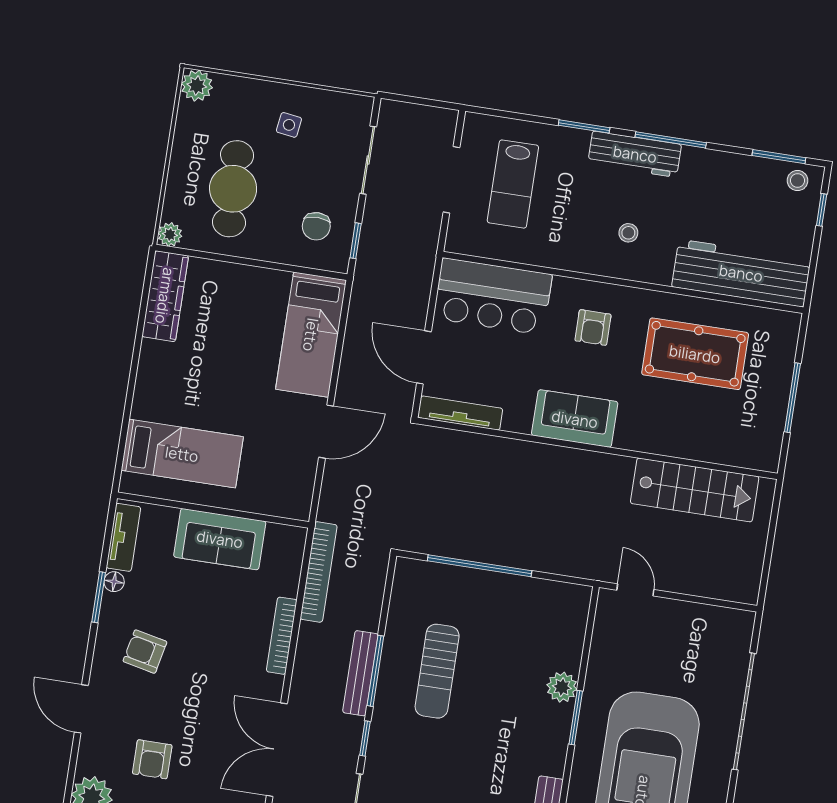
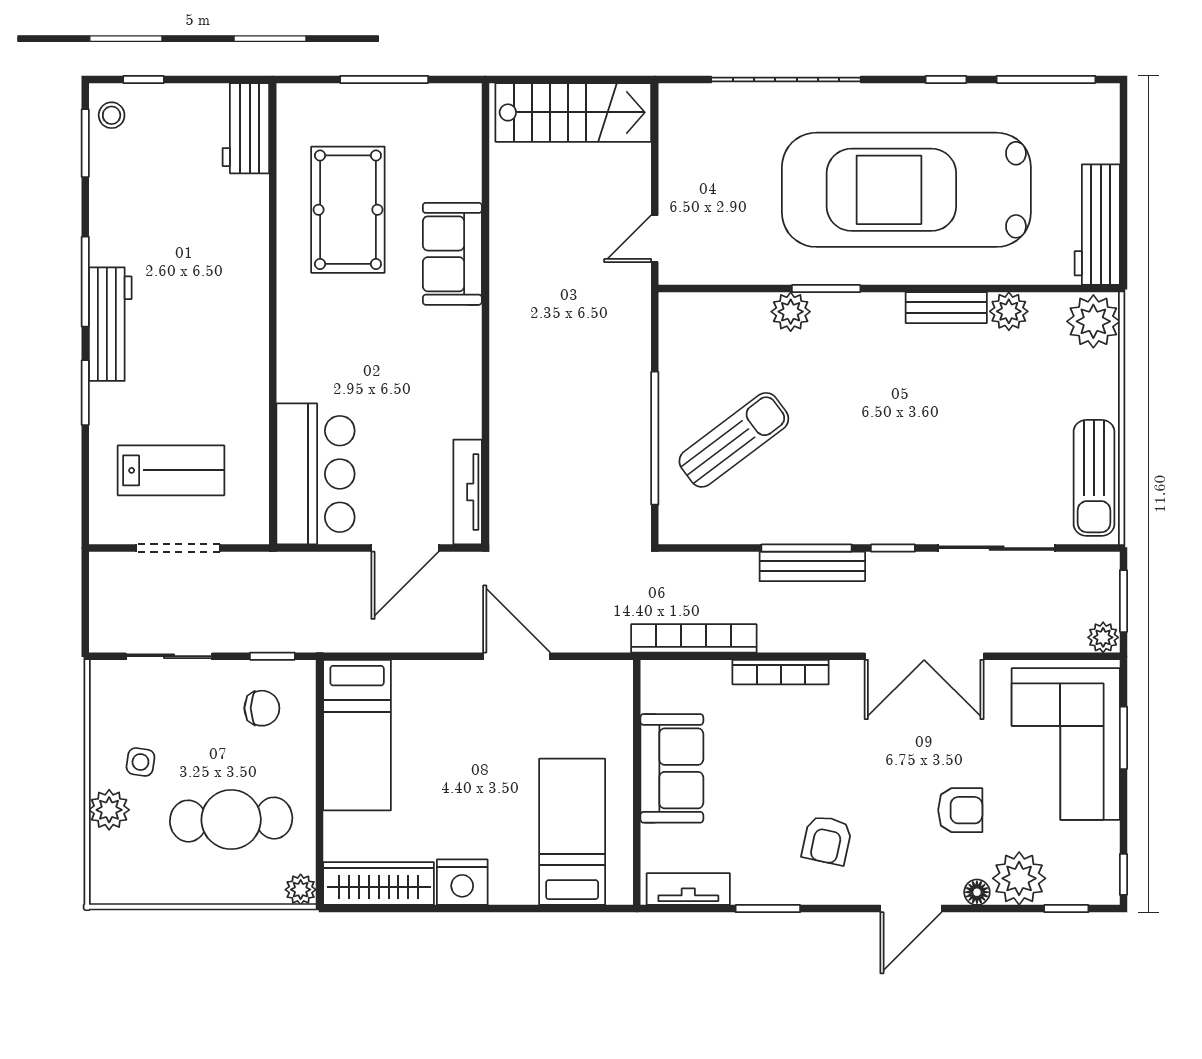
plant: (197, 86) -> (109, 810), moved
stool: (628, 233) -> (210, 317), removed
workbench: (741, 273) -> (246, 128), width x0.53, depth x0.76
armchair: (593, 328) -> (335, 343), removed
bed: (311, 335) -> (357, 735), moved, turned 90
nightstand: (156, 362) -> (462, 882), added
sofa: (575, 419) -> (452, 254), moved
stairs: (695, 490) -> (573, 112), moved, turned 90
floor lamp: (114, 582) -> (977, 892), moved
sun lounger: (437, 671) -> (734, 440), moved, turned -37

